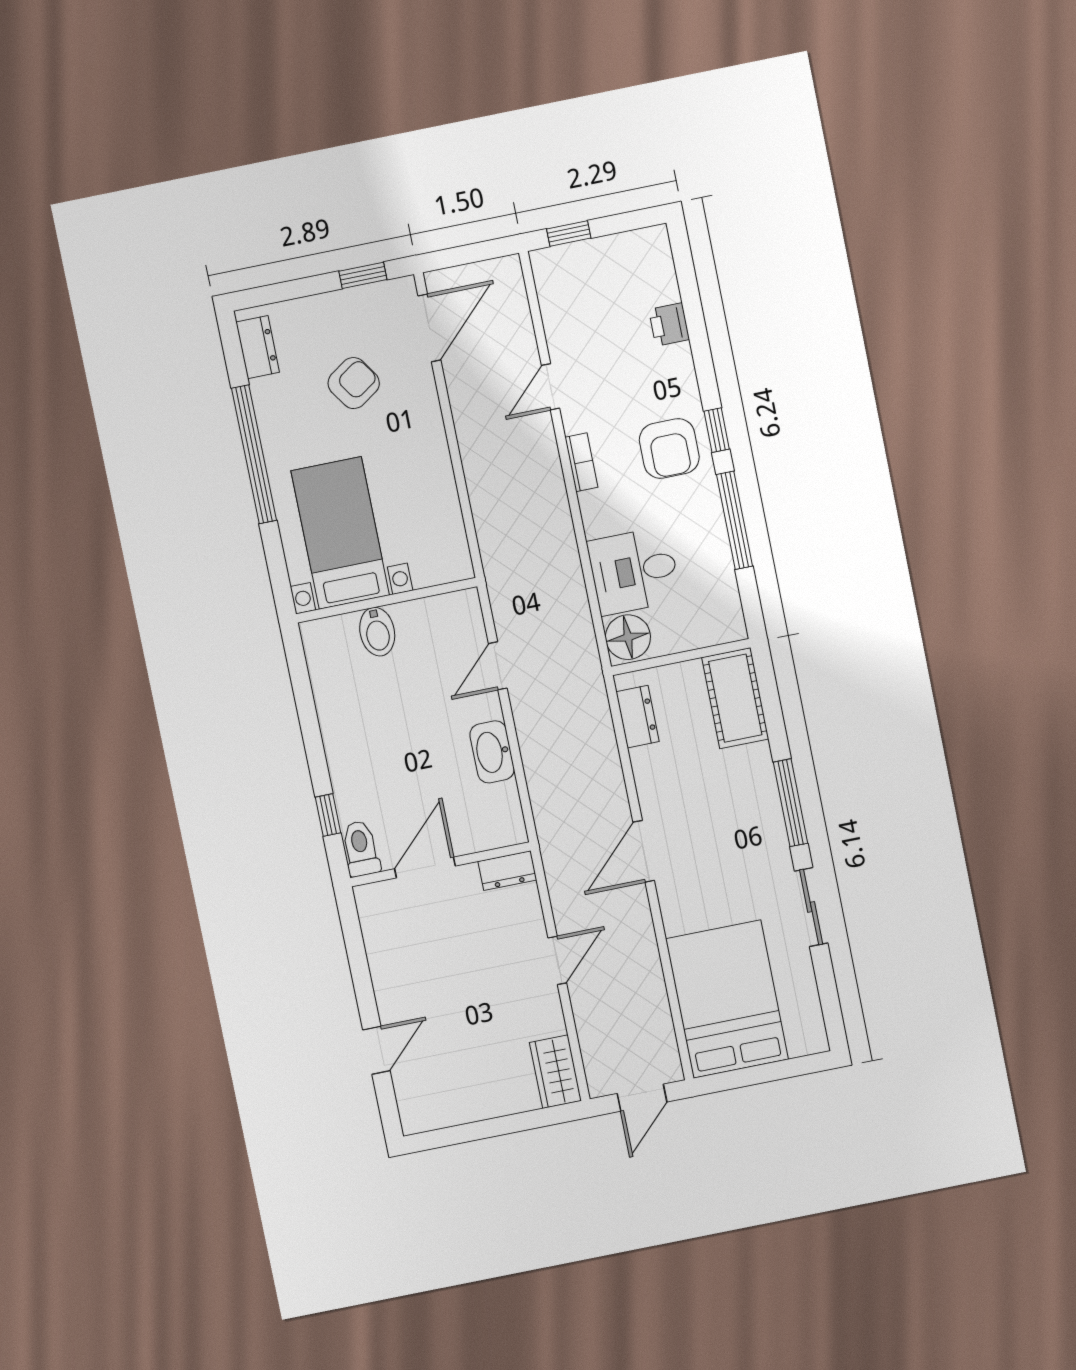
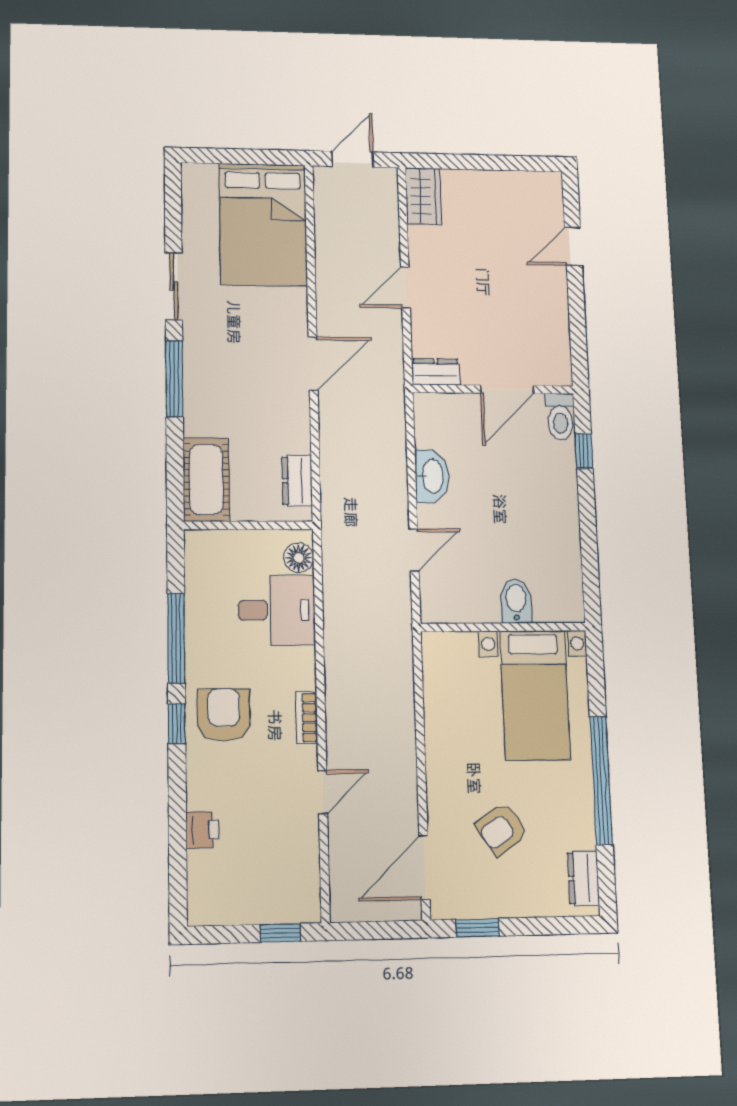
floor lamp: (628, 637) -> (299, 558), width x0.73, depth x0.73

